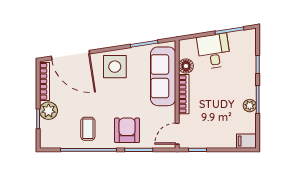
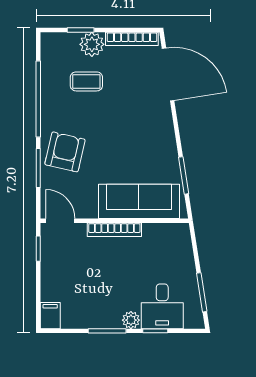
desk: (214, 51) -> (162, 306), moved, turned 99
door: (70, 55) -> (168, 74), swing flipped
floor lamp: (186, 66) -> (153, 233), removed
side table: (115, 67) -> (152, 135), removed
plant: (250, 106) -> (131, 320), moved
coffee table: (88, 129) -> (86, 81), moved
armchair: (127, 130) -> (65, 152), turned -77

